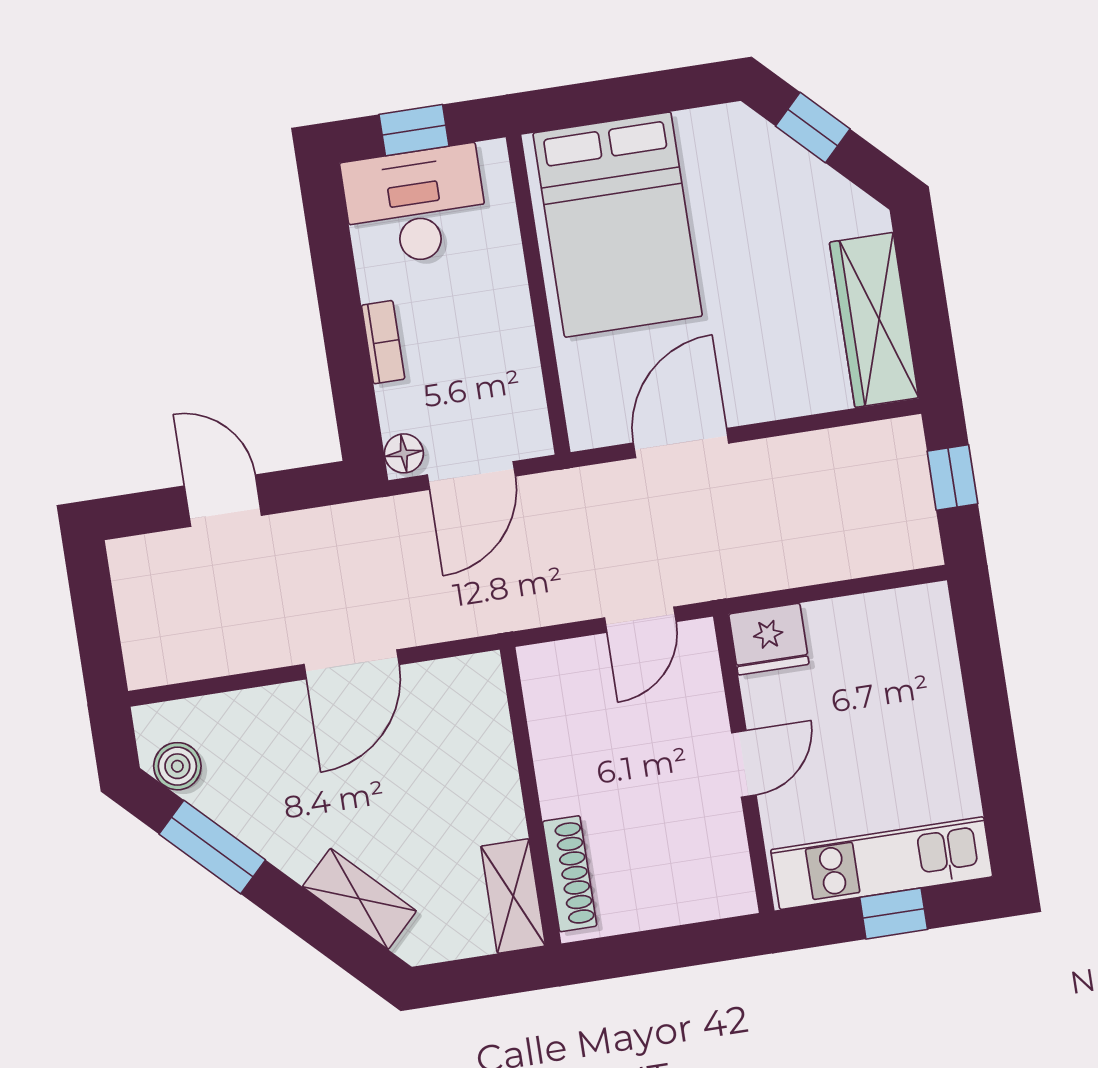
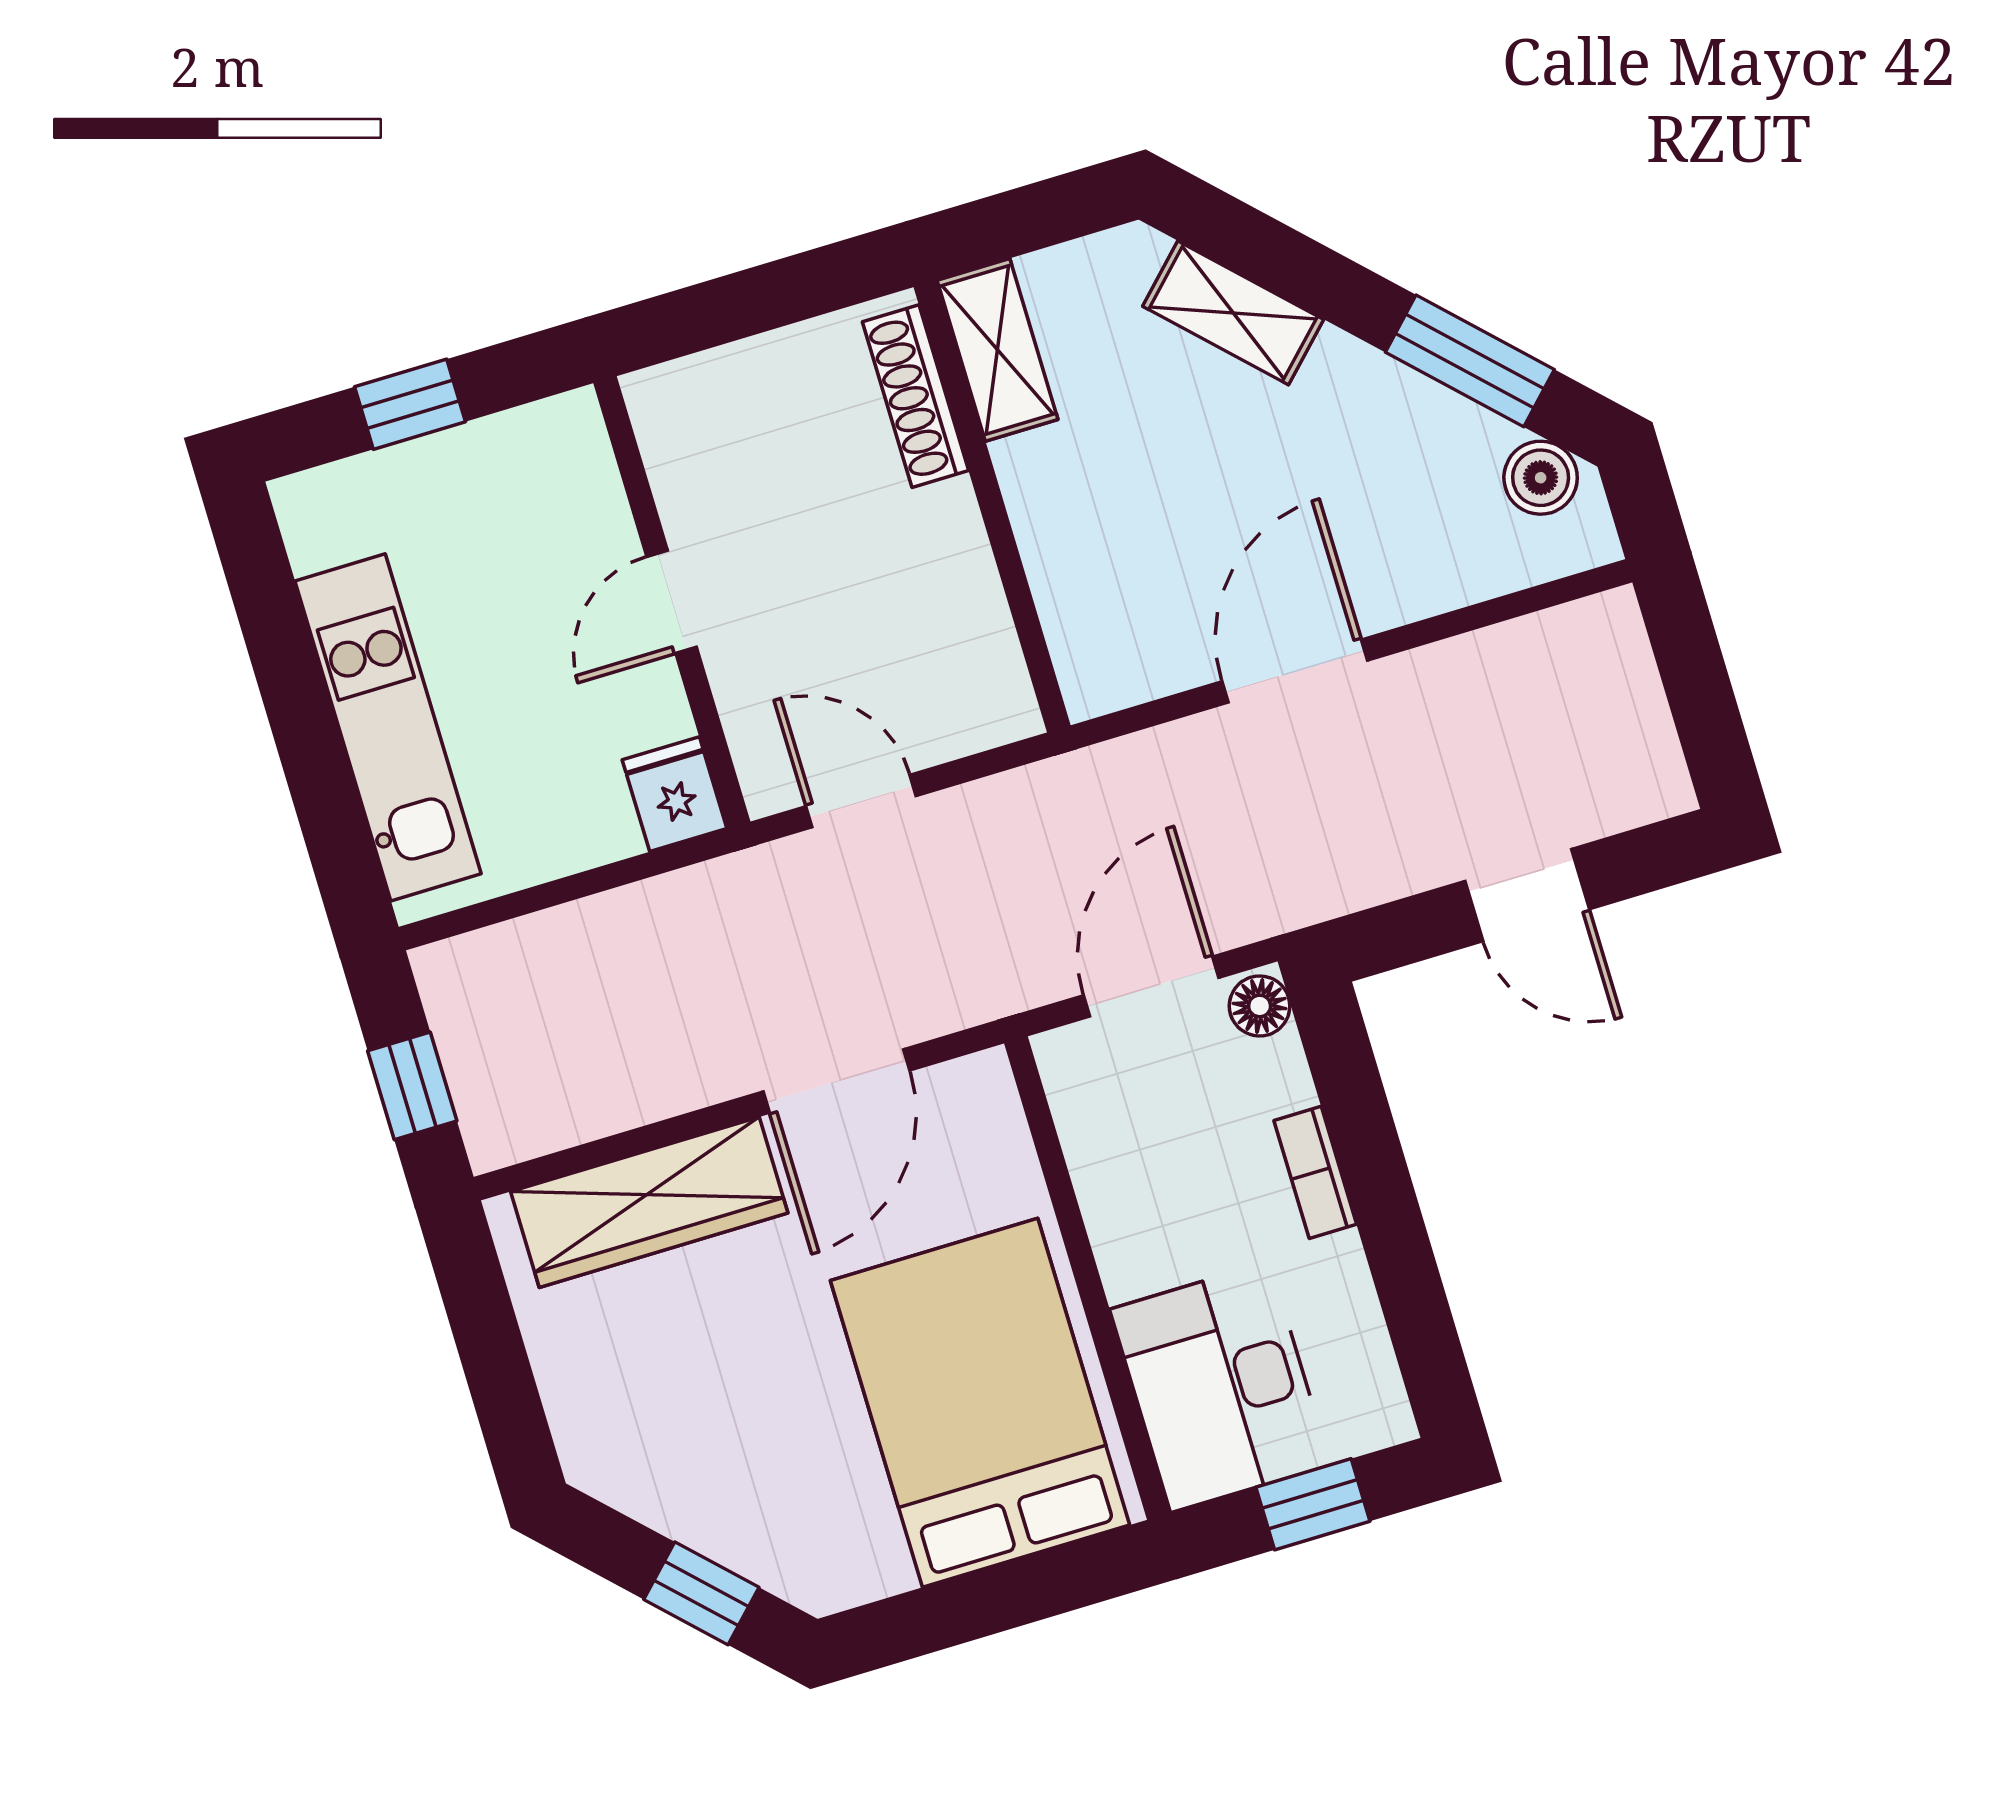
desk: (415, 206) -> (1220, 1387), moved, turned 90
wardrobe: (874, 320) -> (649, 1202), moved, turned 90
door: (640, 620) -> (861, 801), hinge flipped
fridge: (769, 639) -> (675, 794), width x0.72
kitchen unit: (882, 863) -> (388, 727), moved, turned -90

